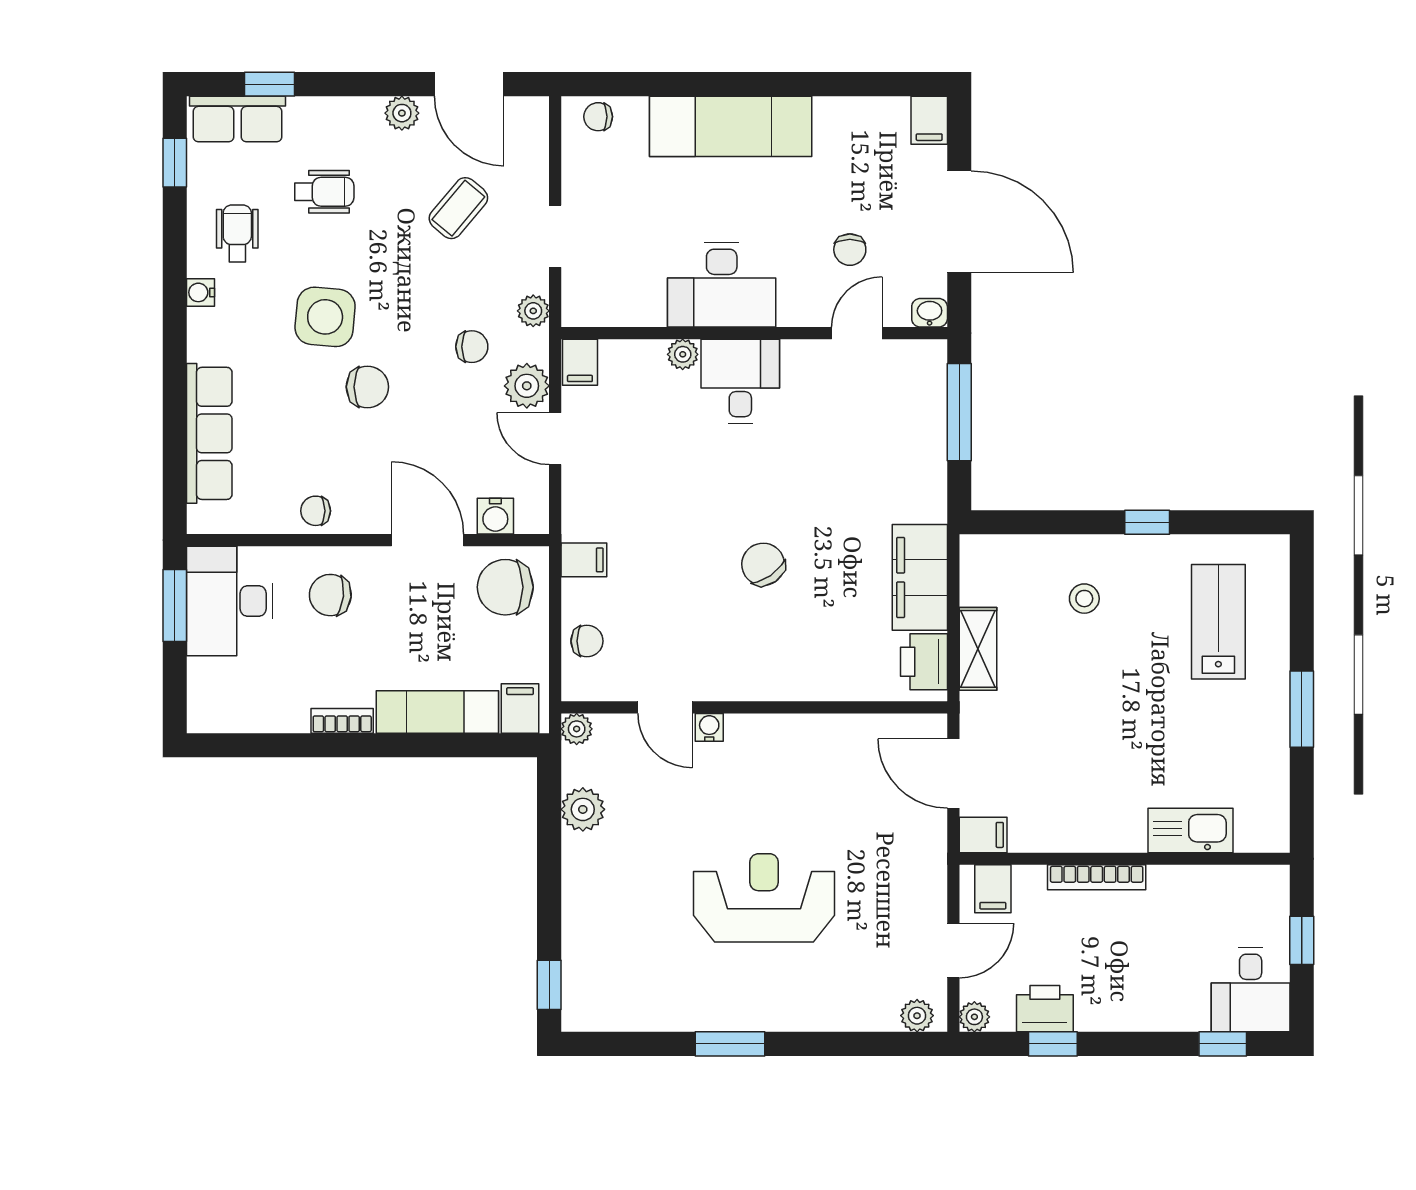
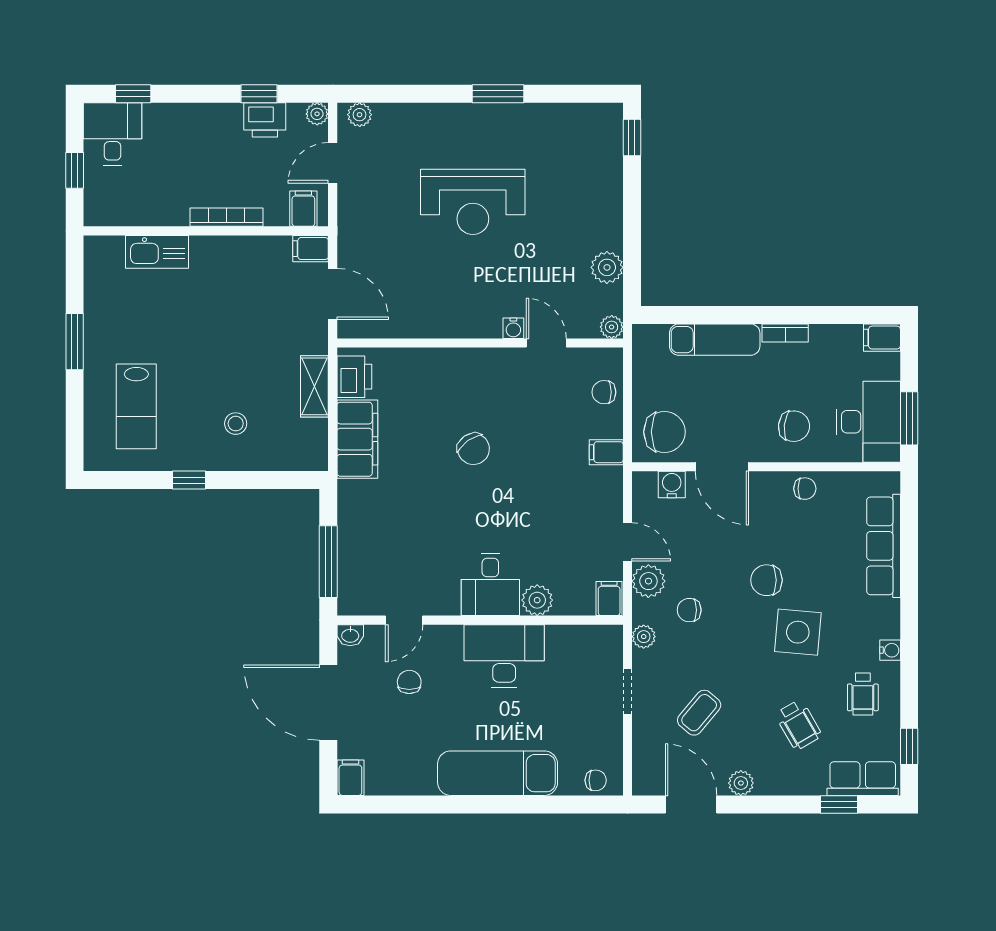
wheelchair: (324, 192) -> (798, 725), turned -120
plant: (683, 354) -> (537, 600), width x1.38, depth x1.38
filing cabinet: (520, 708) -> (882, 338), moved, turned 90

